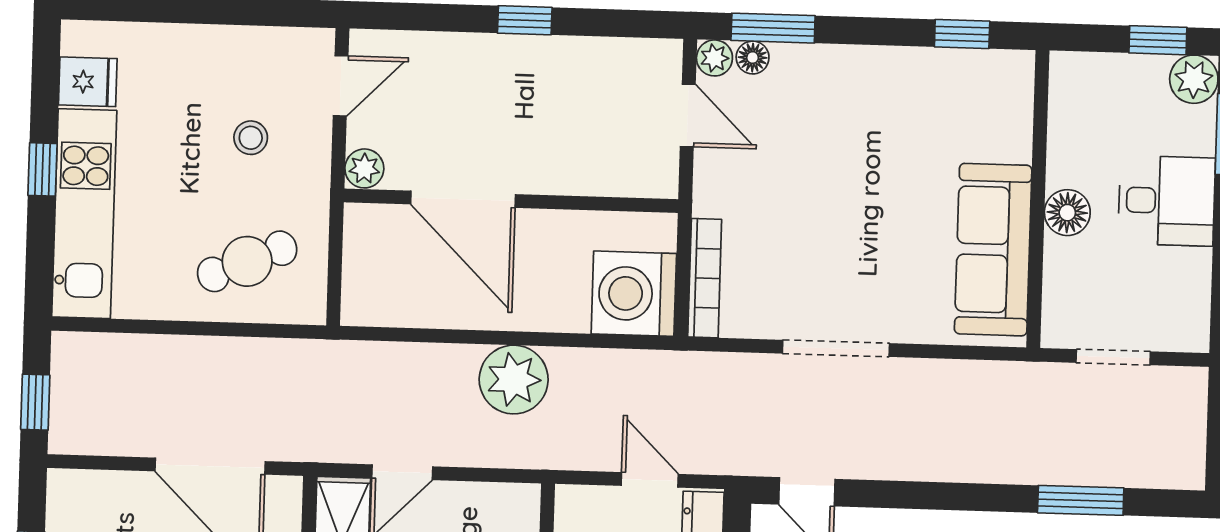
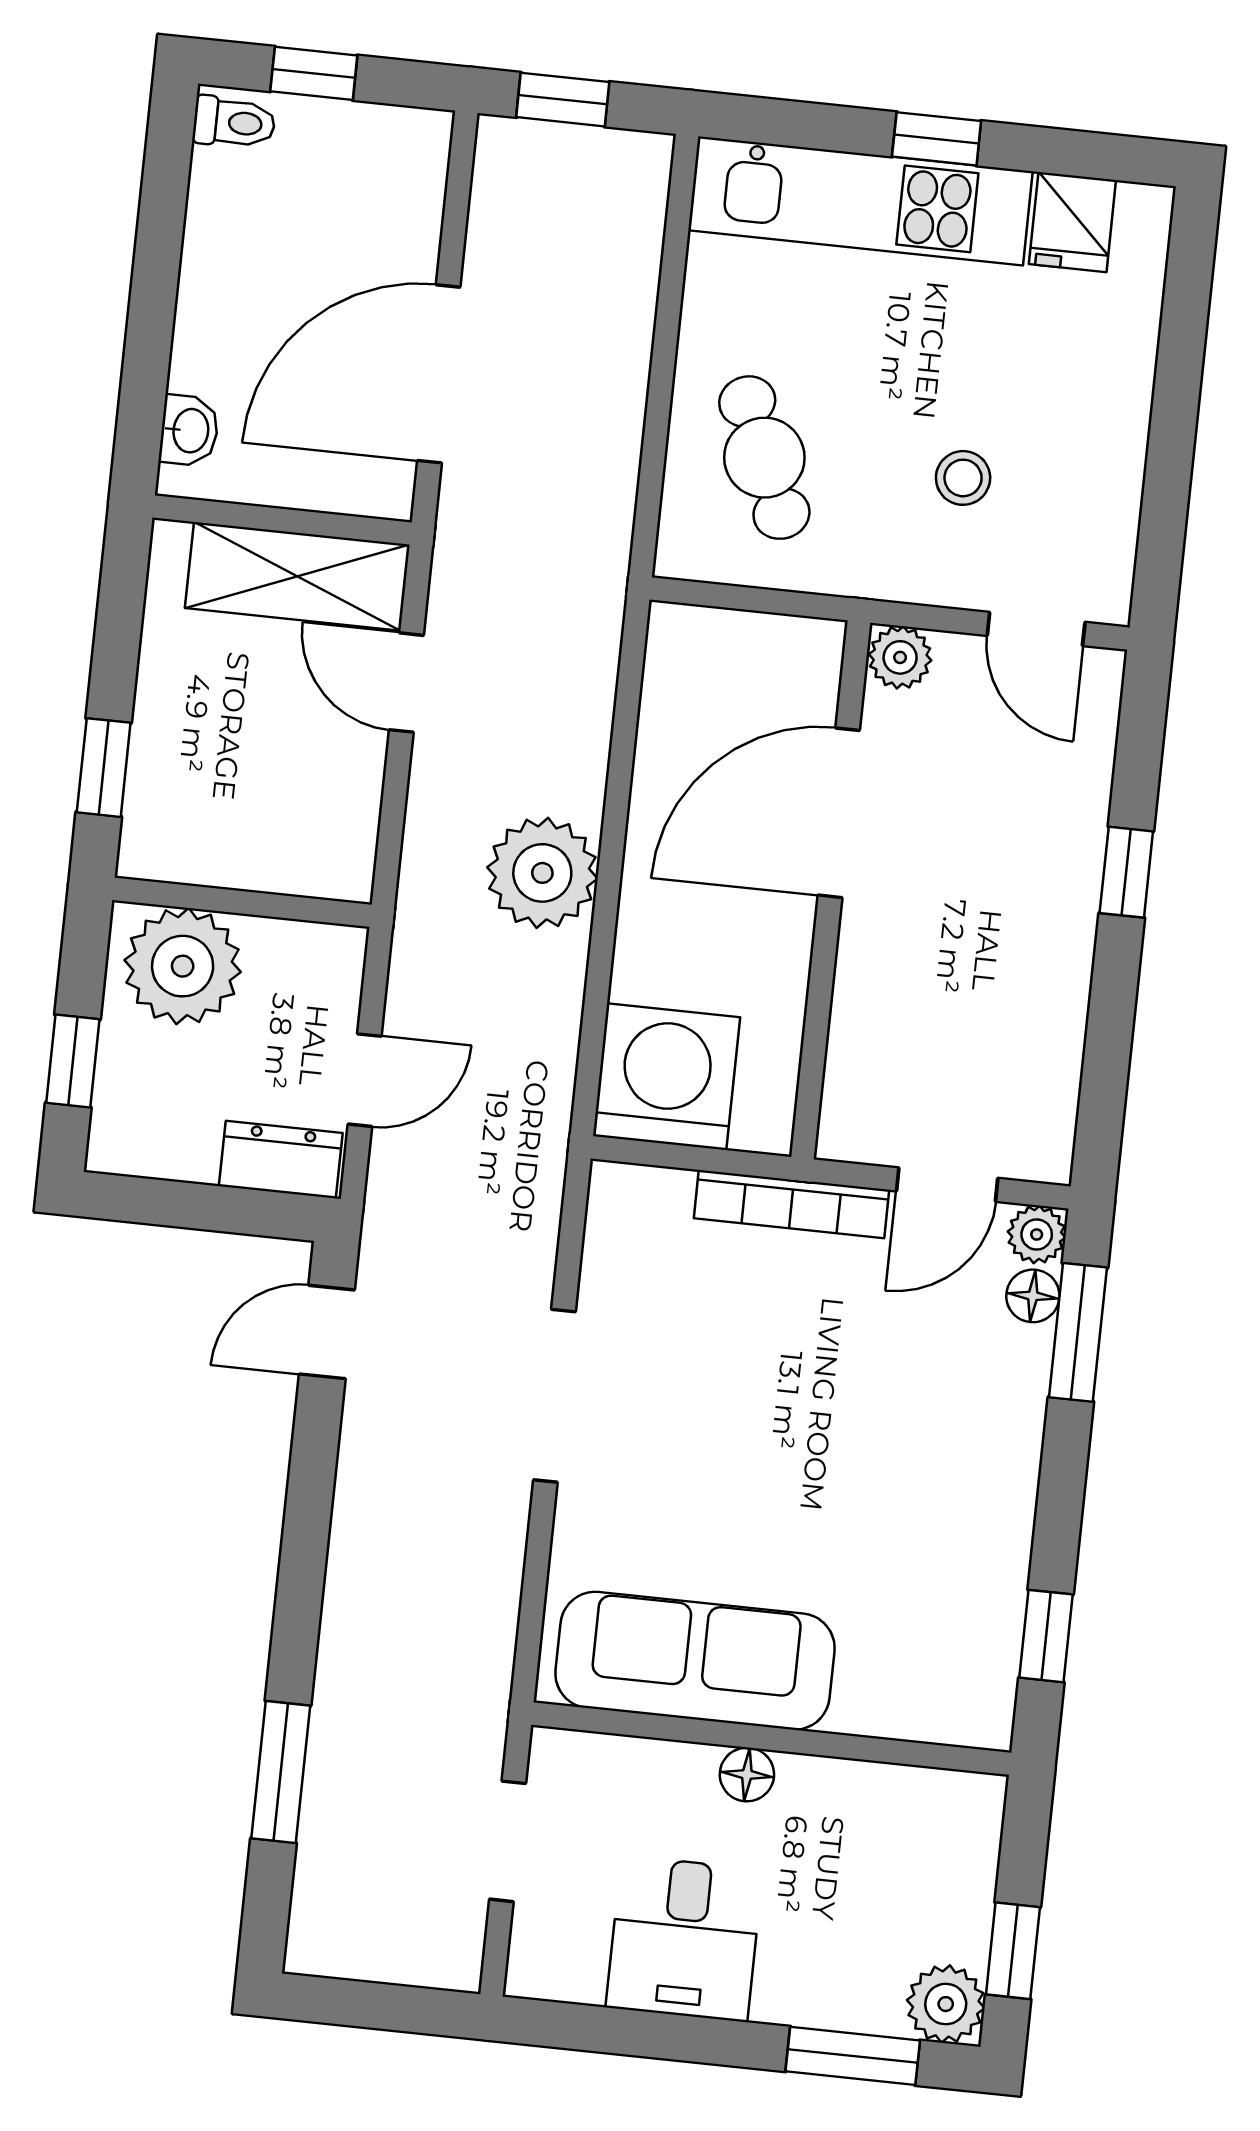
window: (525, 20) -> (1126, 872), moved
desk: (1167, 201) -> (684, 1939), moved
floor lamp: (1067, 213) -> (747, 1774), width x0.73, depth x0.73
bookcase: (705, 278) -> (791, 1204), moved

